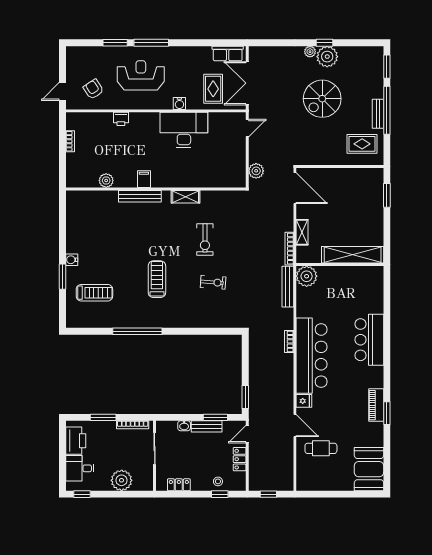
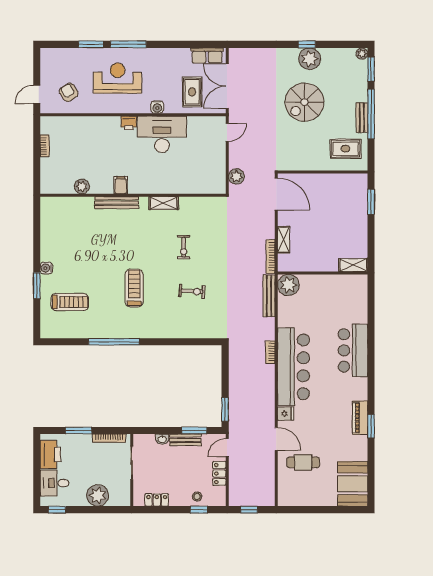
plant: (310, 52) -> (362, 54), moved
printer: (121, 119) -> (129, 123), moved
exercise bike: (205, 240) -> (184, 247), width x0.73, depth x0.72
shelving: (353, 255) -> (353, 265), width x0.45, depth x0.75

